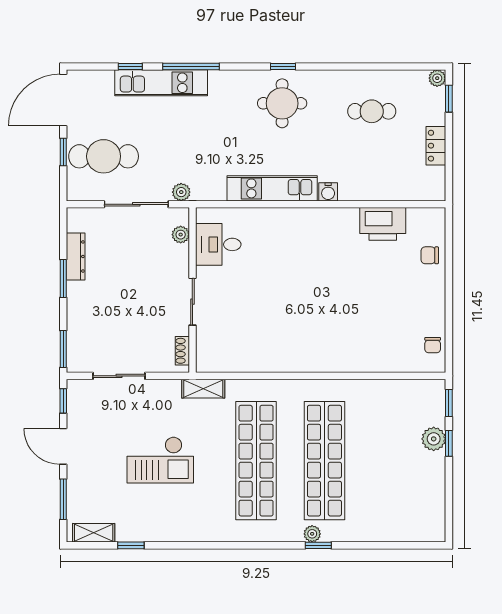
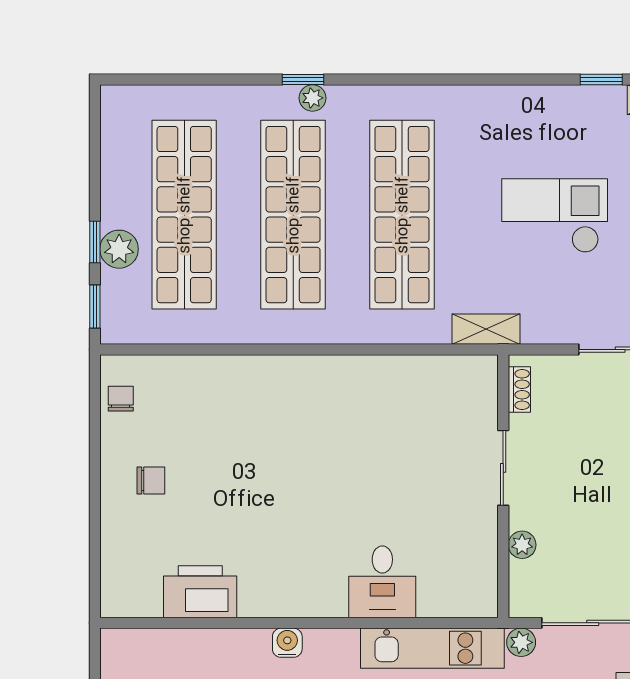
kitchen unit: (272, 188) -> (432, 648), moved
plant: (181, 235) -> (522, 545), moved
desk: (218, 244) -> (382, 582), moved, turned 90
chair: (430, 255) -> (151, 480), moved
shop shelf: (393, 461) -> (184, 215), added

